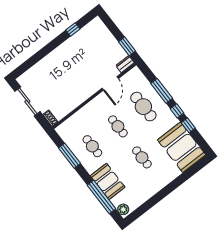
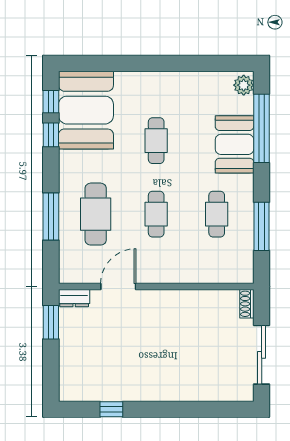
window: (177, 111) -> (51, 102), moved

